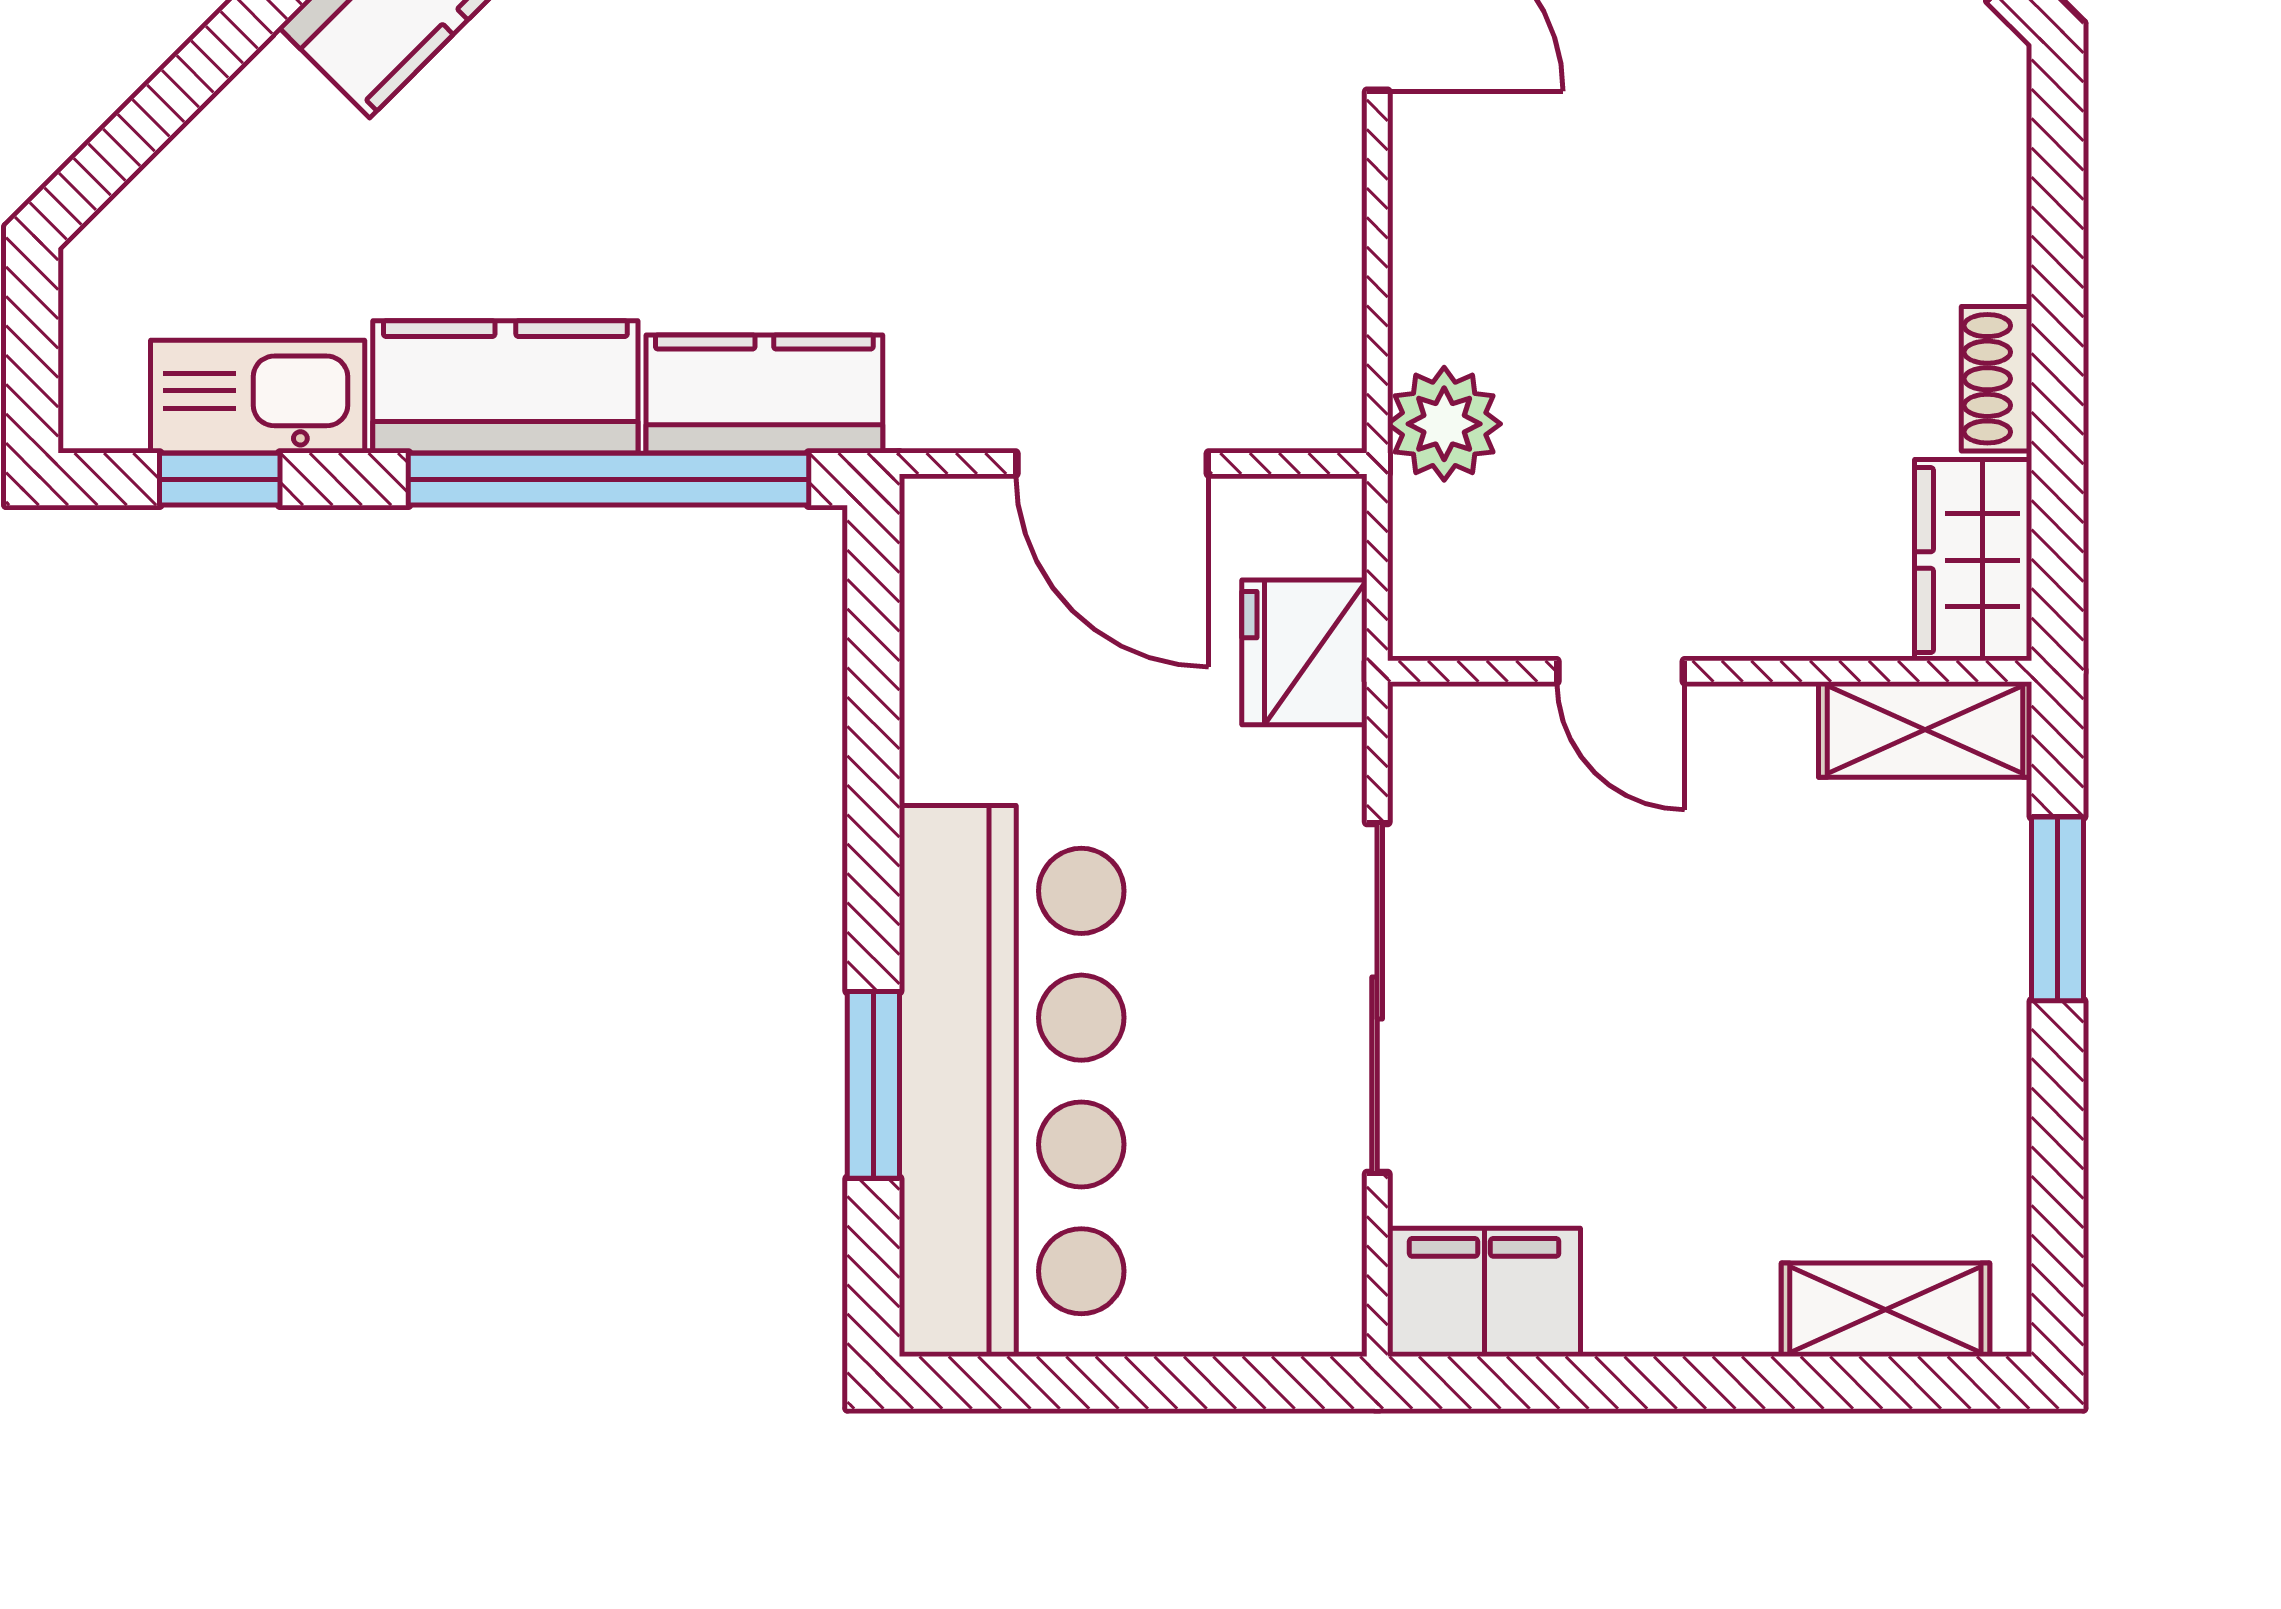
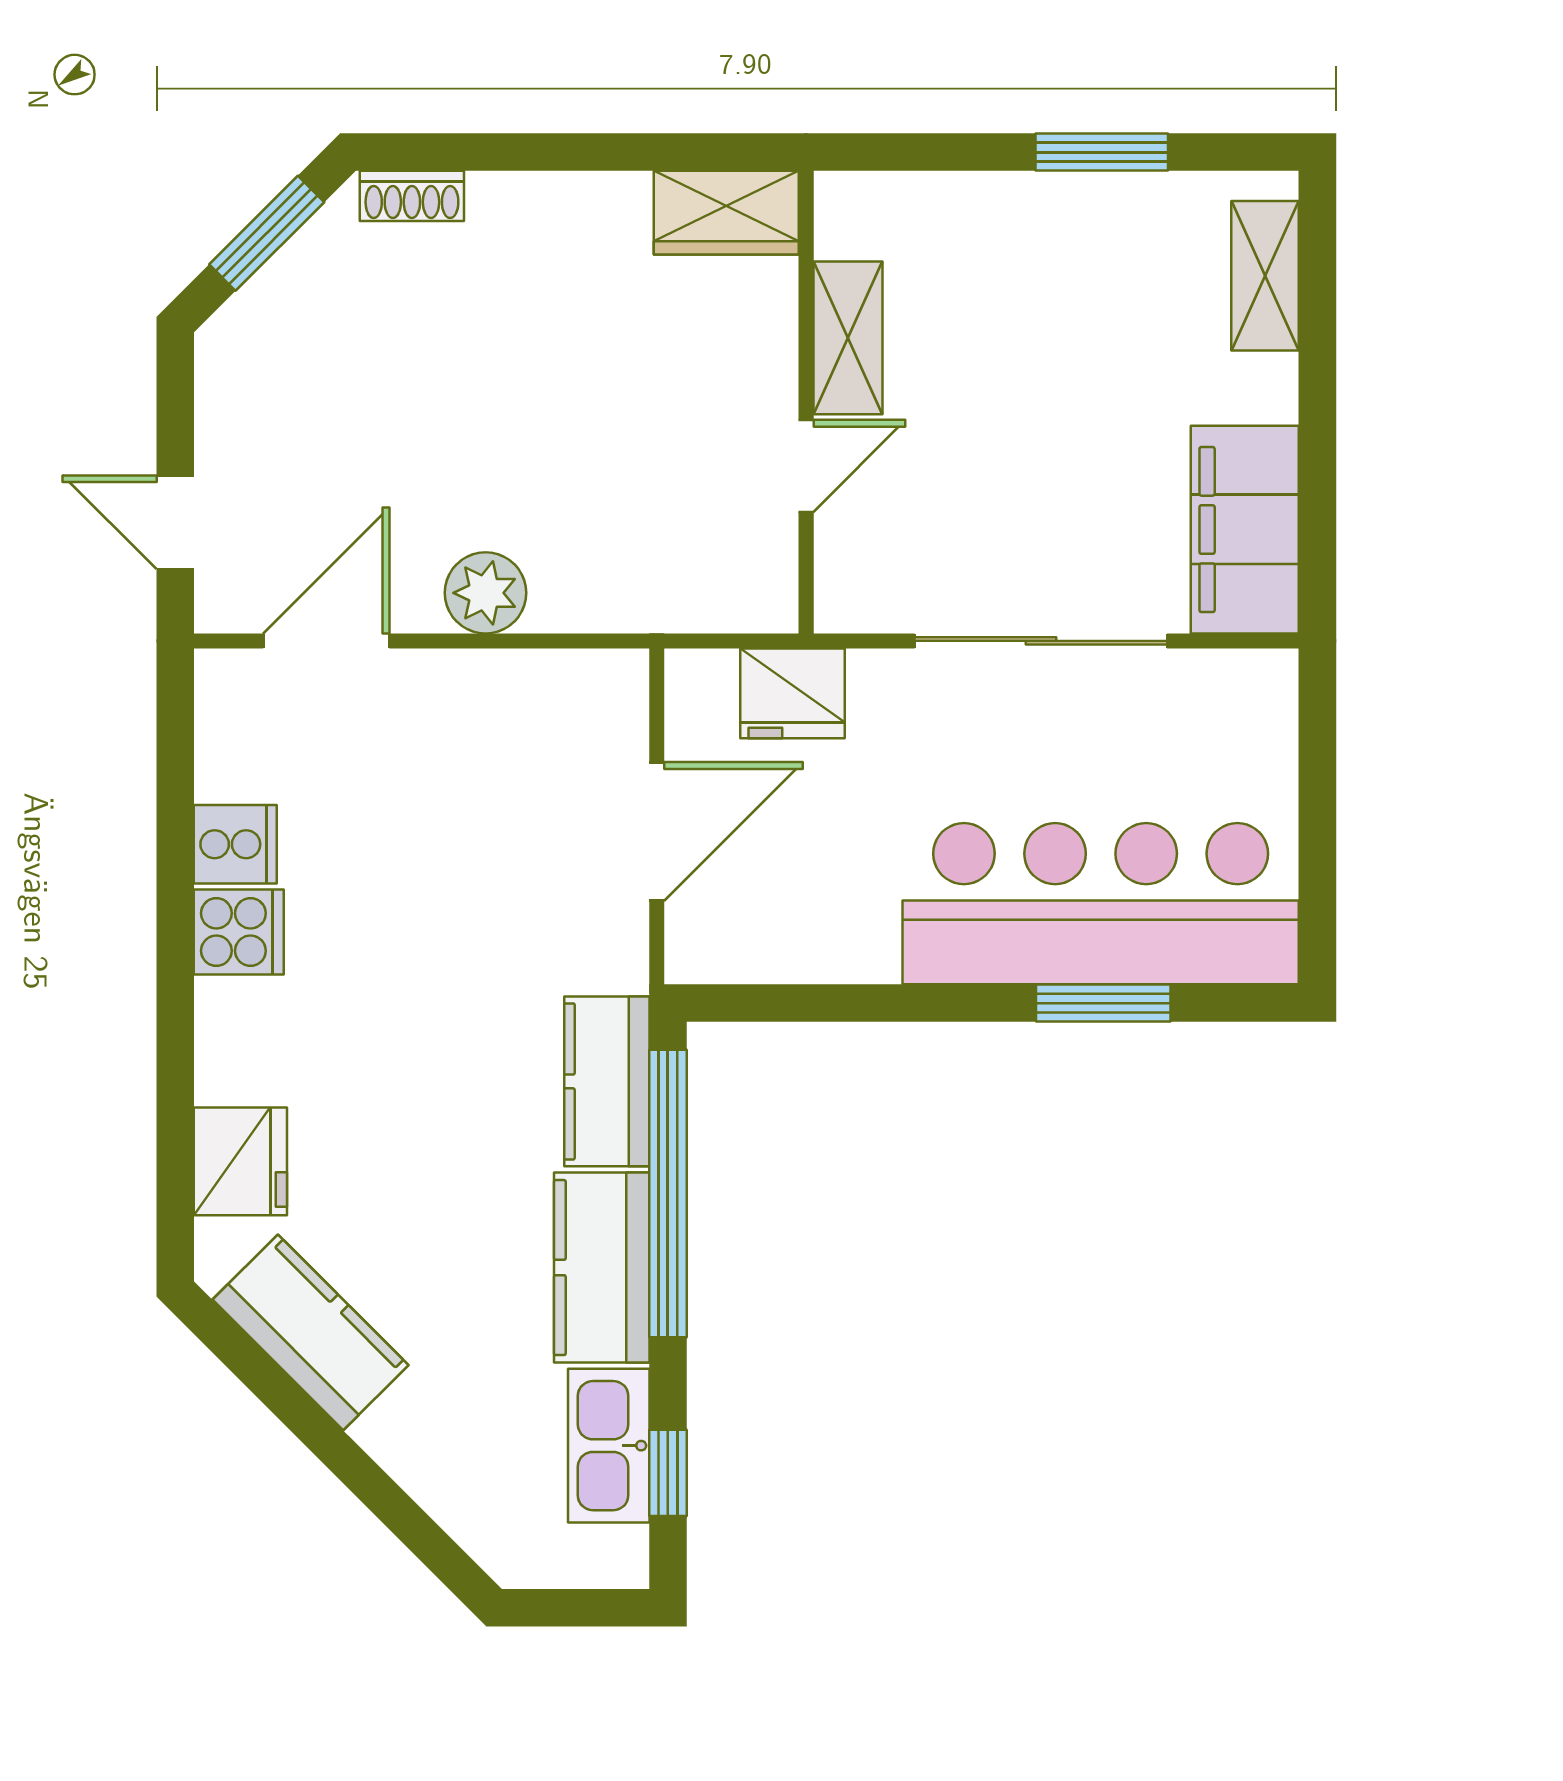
shoe rack: (1996, 379) -> (412, 196), moved
plant: (1444, 424) -> (486, 593), moved
shelving: (1925, 729) -> (848, 338), moved
window: (2057, 909) -> (1102, 152), moved
filing cabinet: (1484, 1292) -> (1245, 530), width x1.50, depth x1.17

